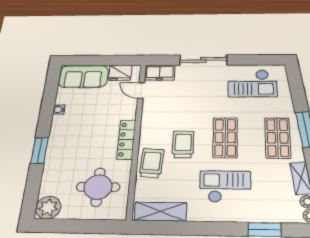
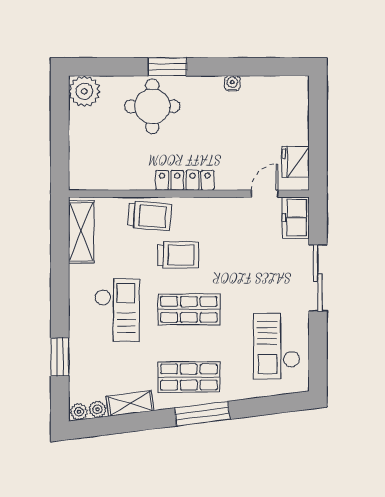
sofa: (83, 76) -> (289, 110), removed
round table: (98, 187) -> (152, 106), moved

